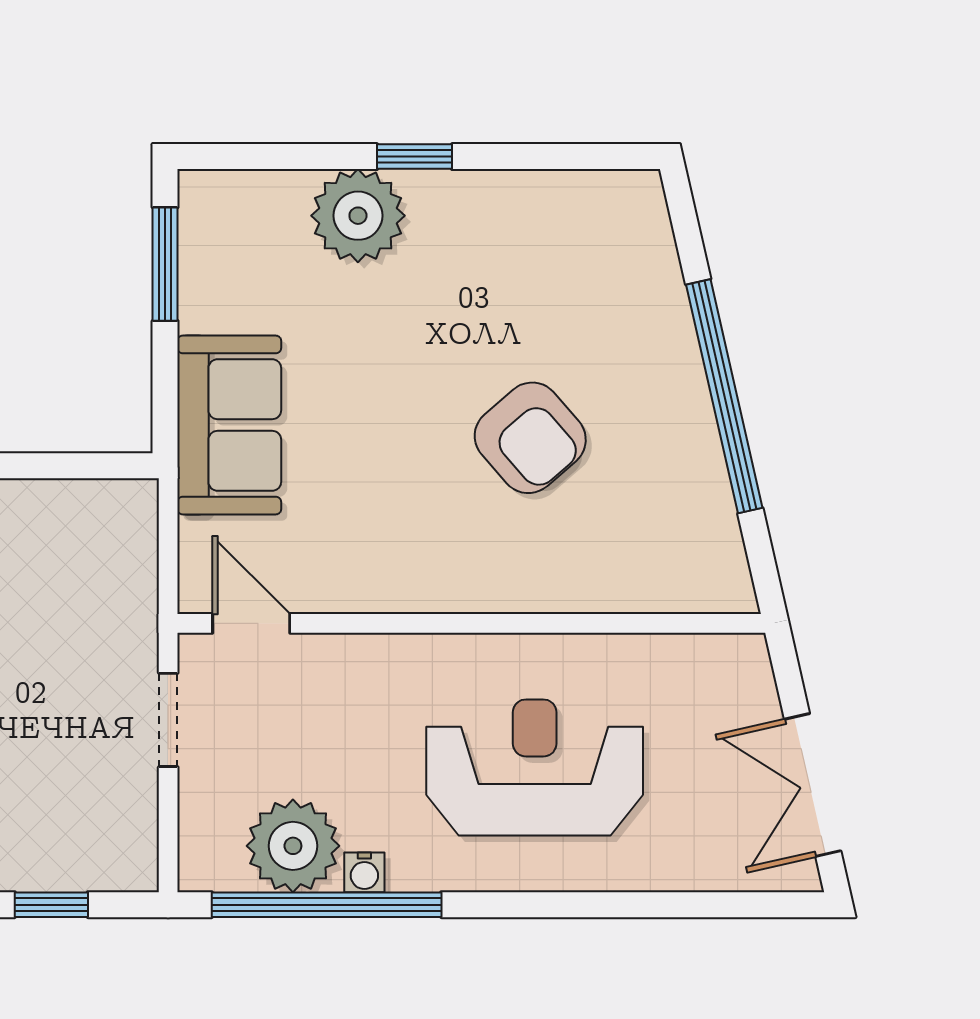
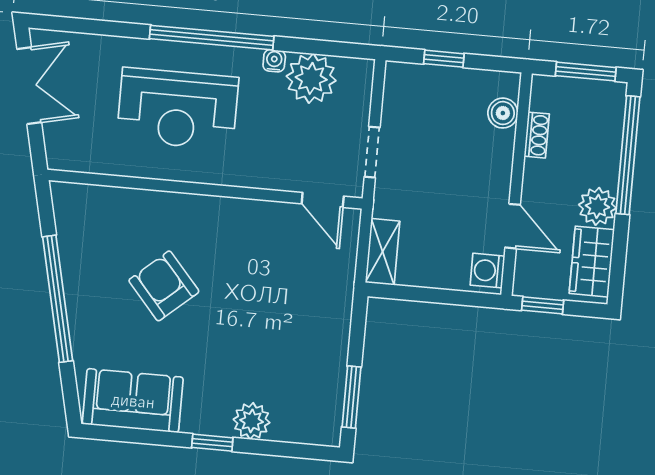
plant: (358, 216) -> (252, 421), width x0.73, depth x0.73
sofa: (229, 425) -> (133, 401), moved, turned 90
shelving: (132, 538) -> (383, 252), added
window: (327, 905) -> (212, 38), moved

